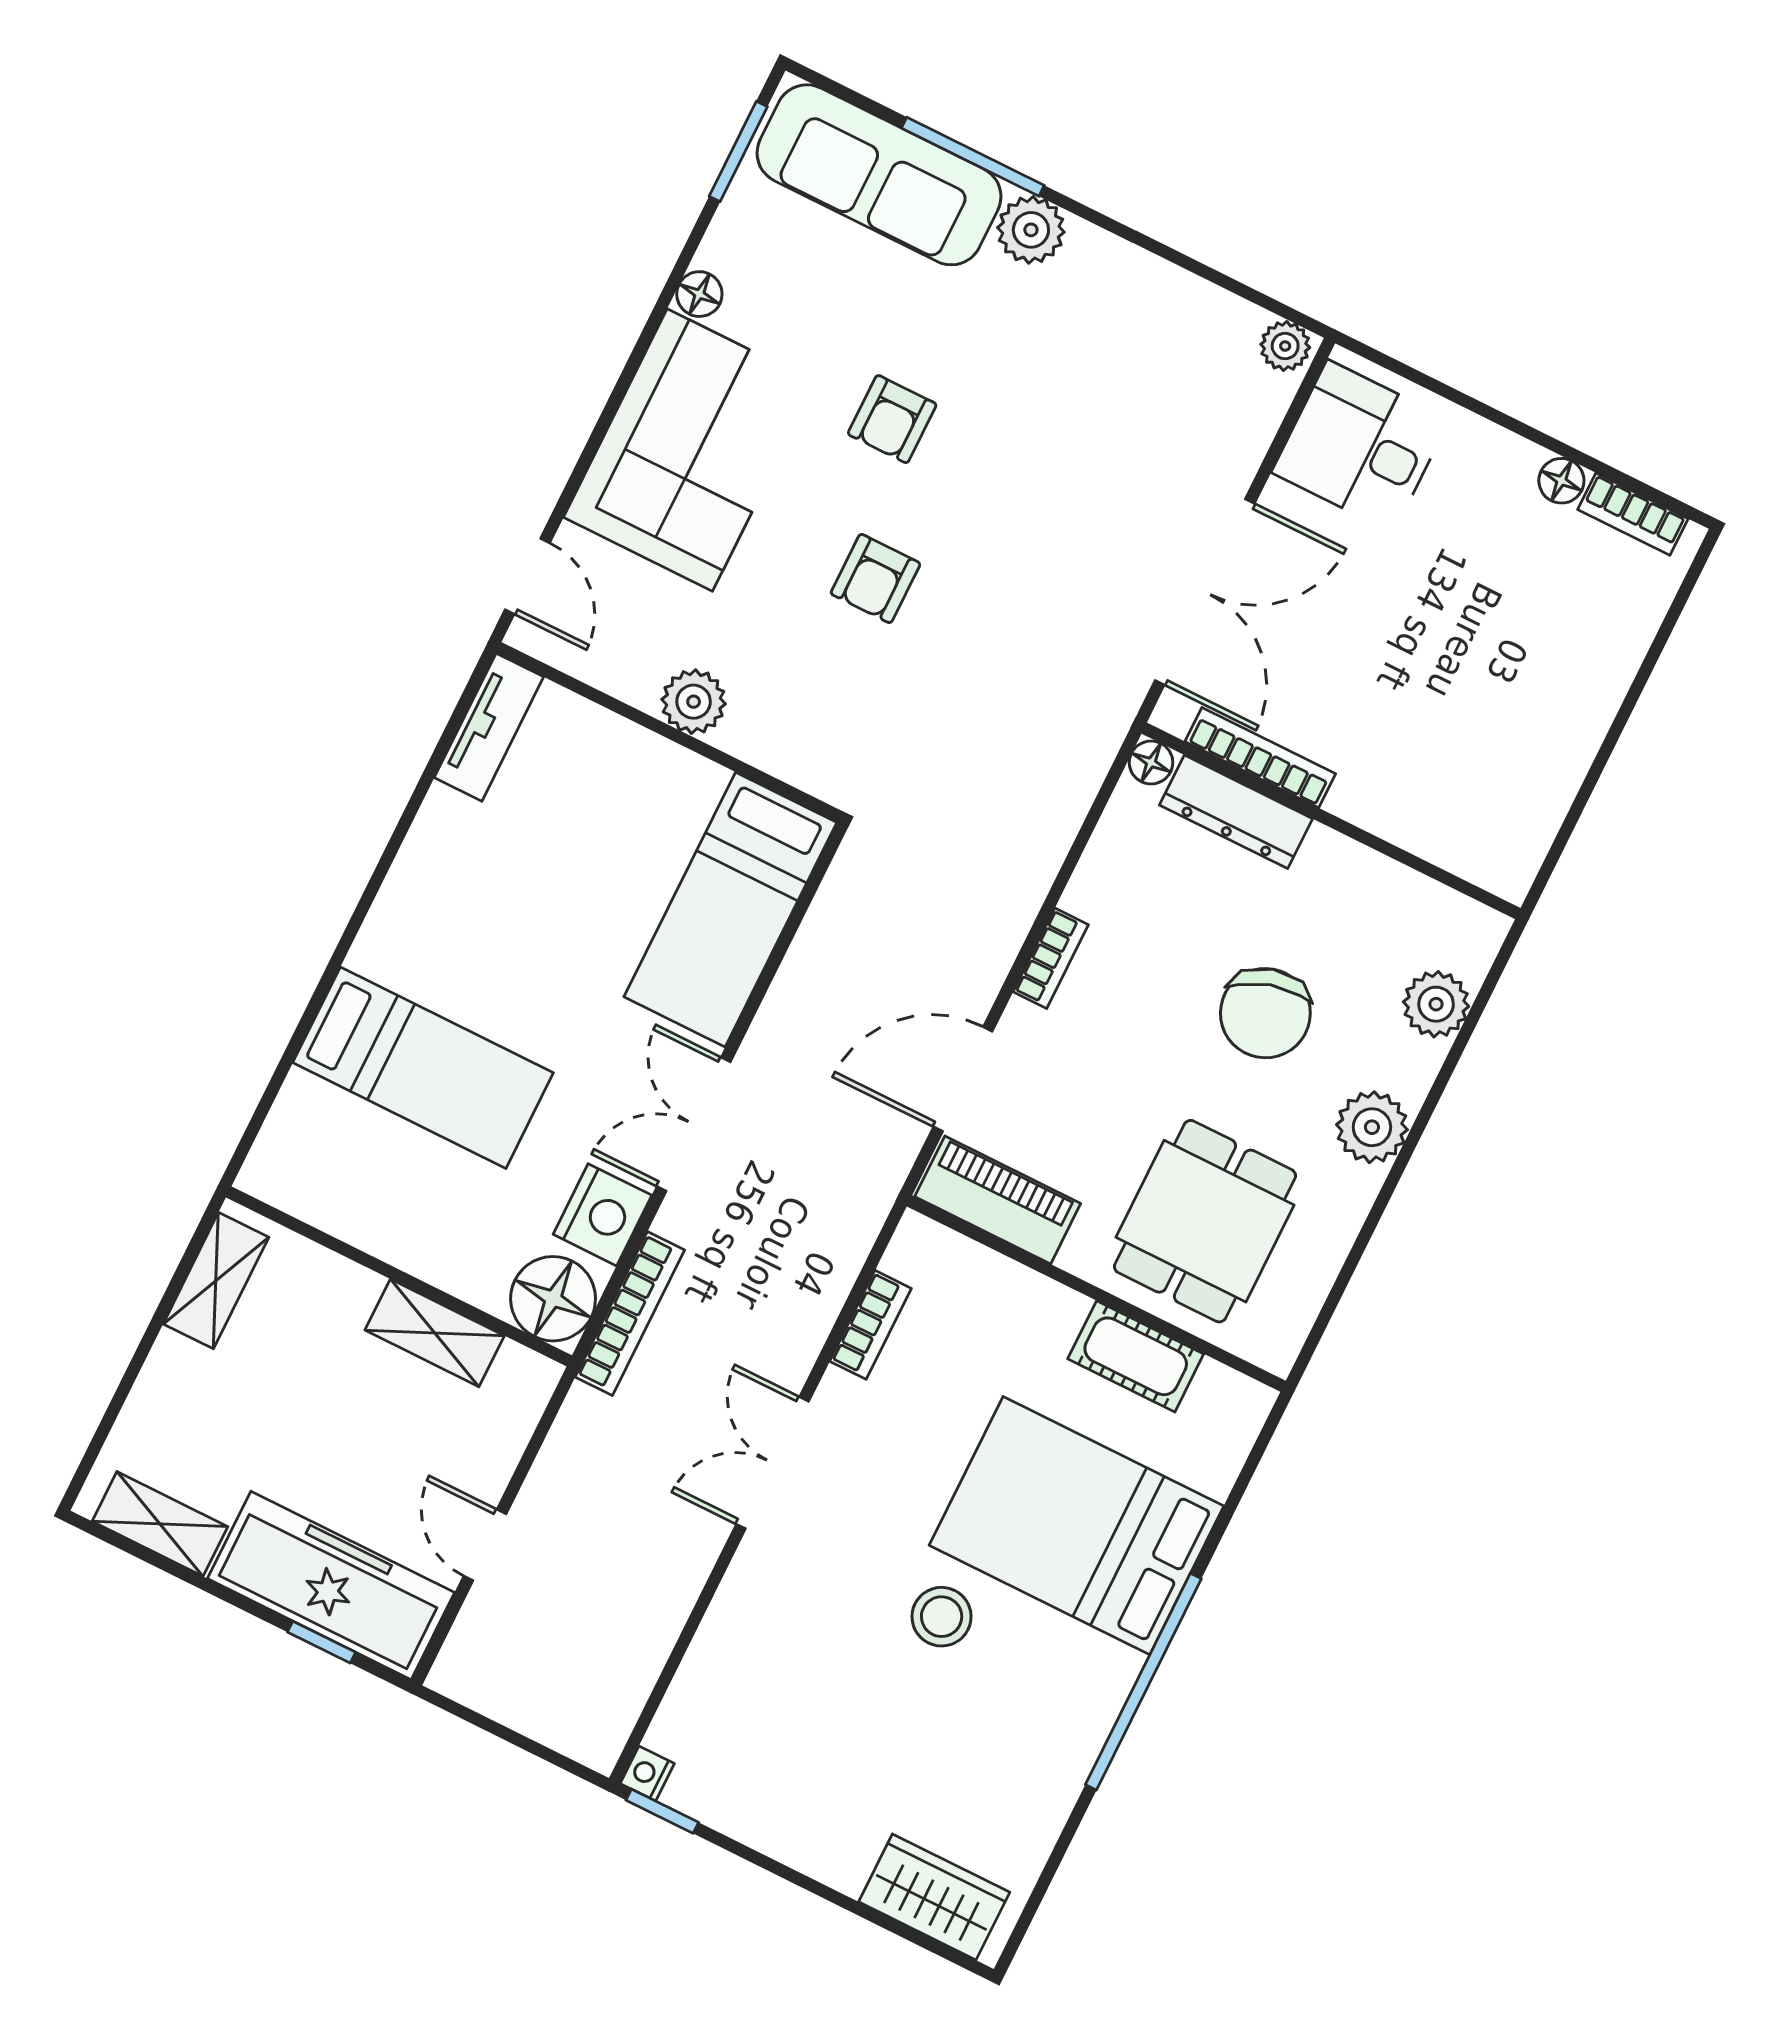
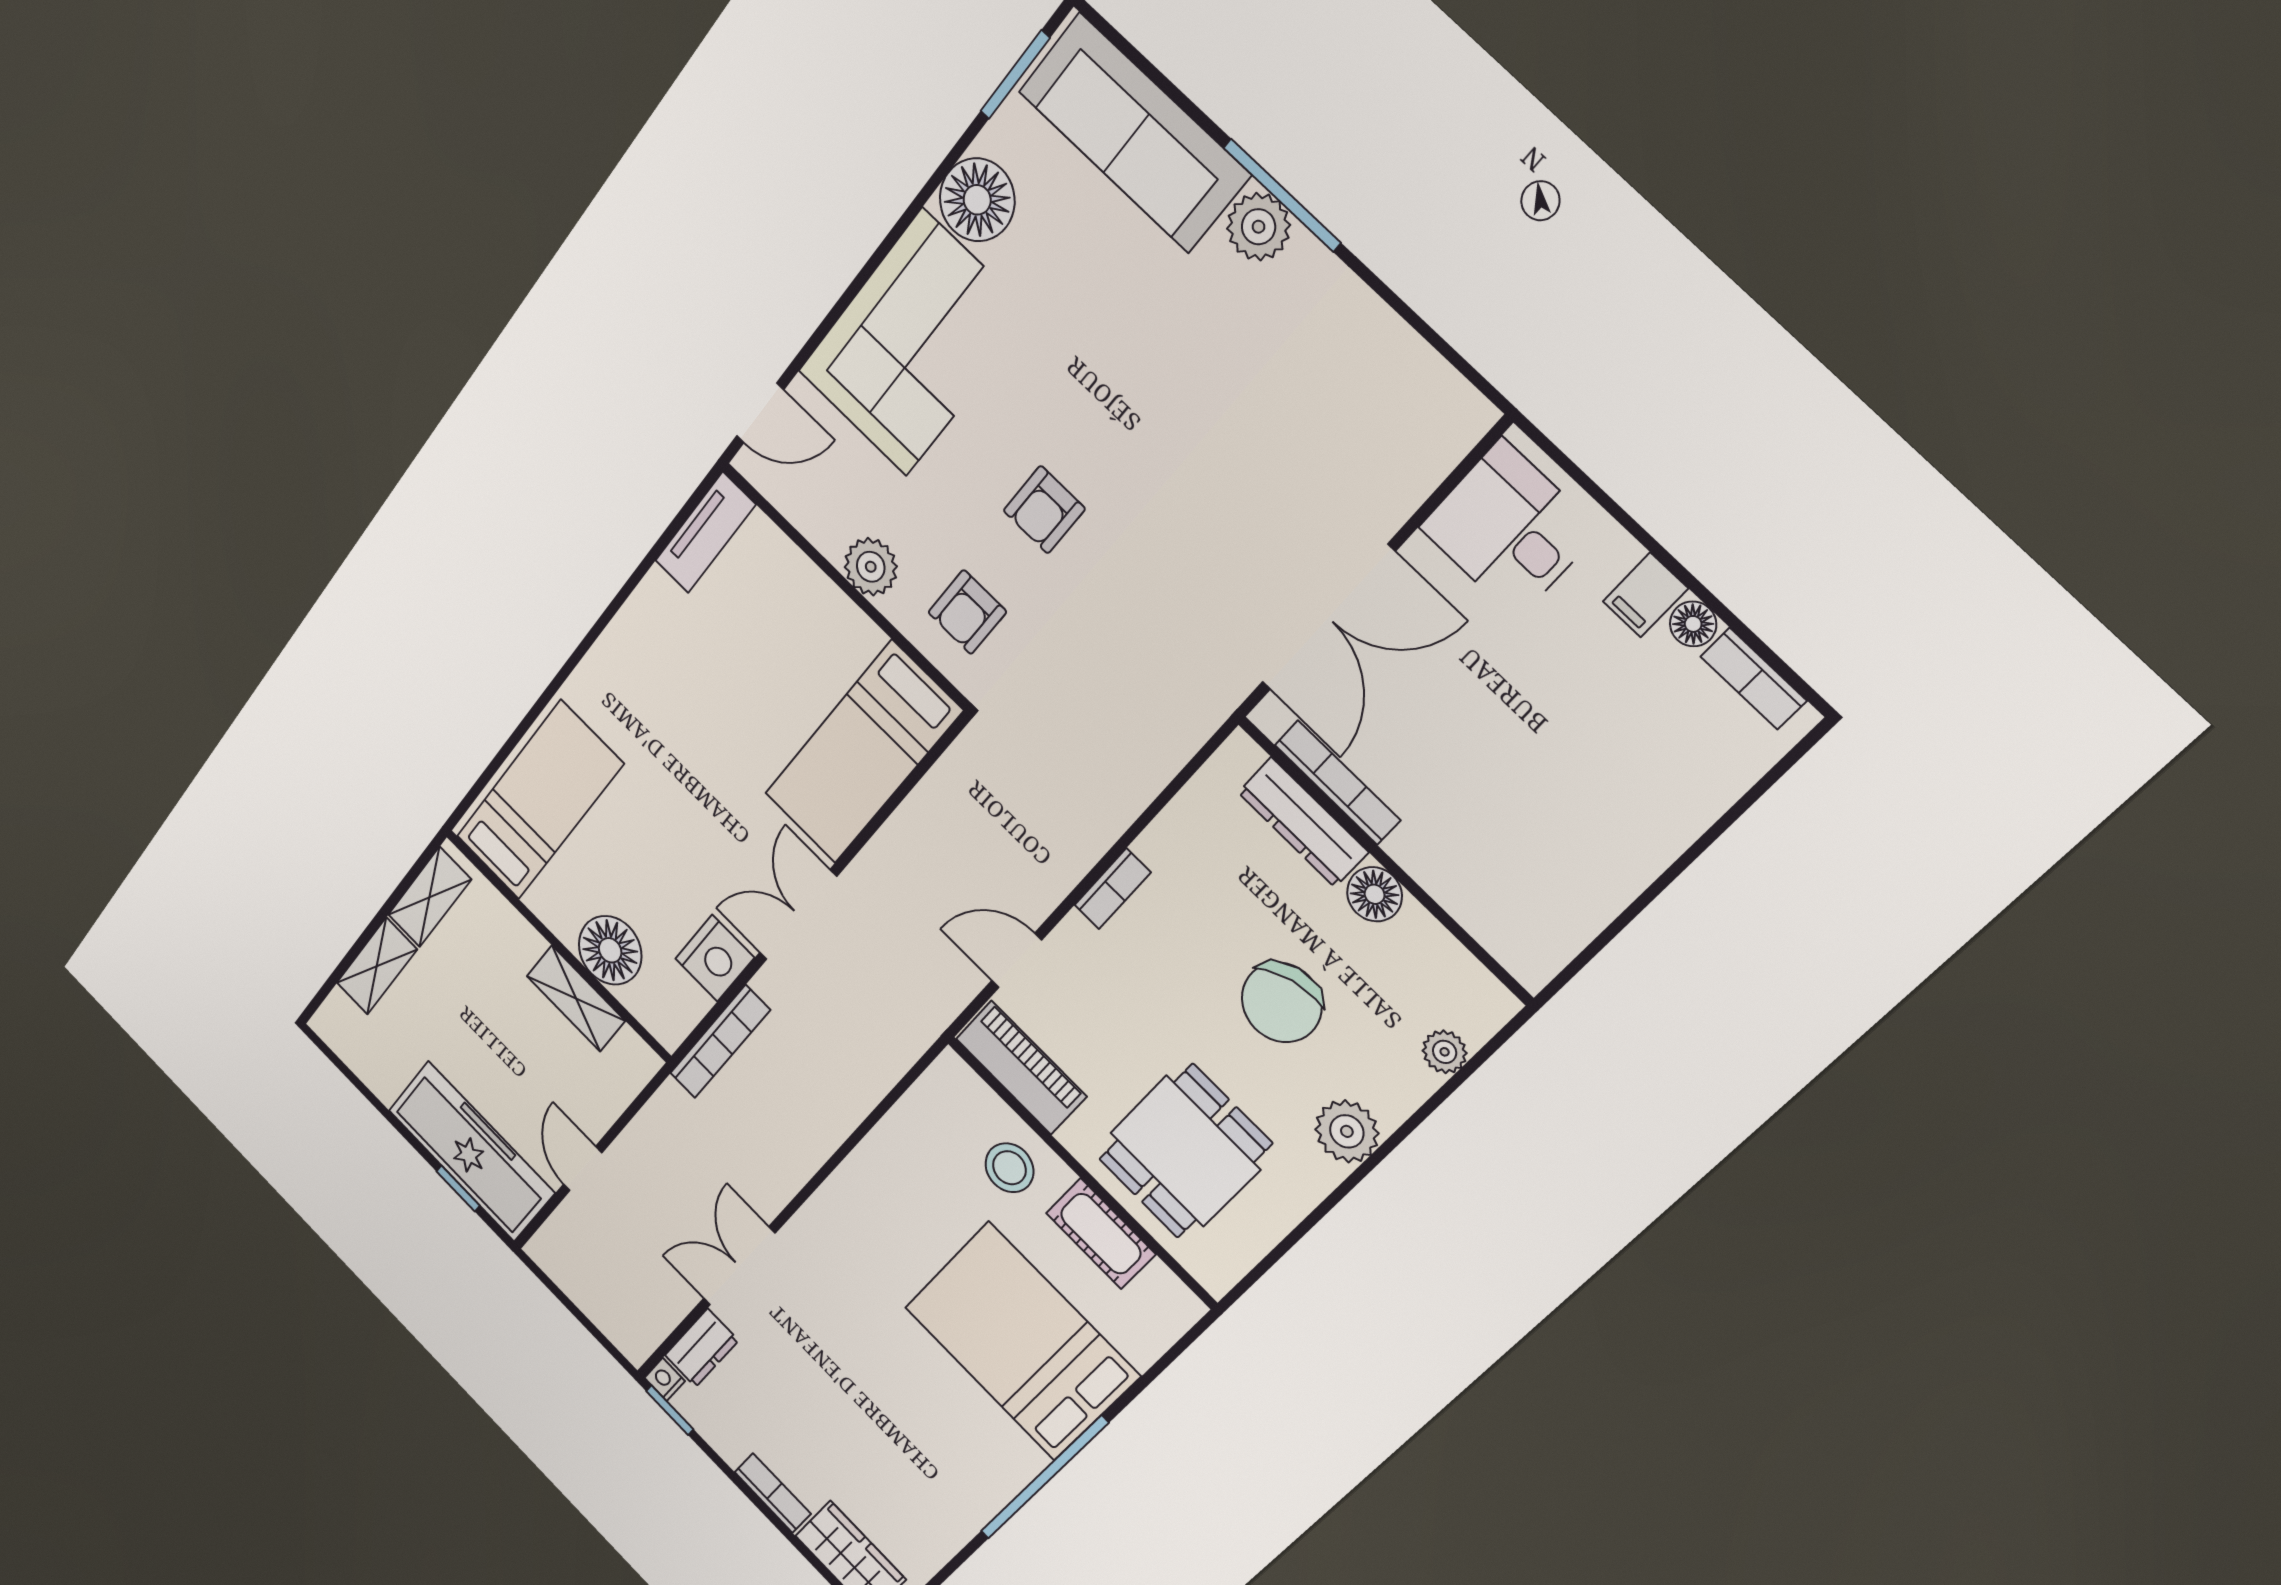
window: (973, 157) -> (1282, 195), moved
floor lamp: (699, 294) -> (977, 200), width x1.89, depth x1.89
plant: (1285, 346) -> (1465, 411), removed
armchair: (892, 419) -> (967, 612), moved
filing cabinet: (1509, 468) -> (1645, 595), added
door: (527, 576) -> (760, 413), hinge flipped
floor lamp: (1151, 763) -> (1375, 894), moved, width x1.37, depth x1.37
plant: (1436, 1004) -> (1445, 1052), width x0.73, depth x0.73
bed: (423, 1068) -> (539, 800), moved, turned -90
door: (963, 1079) -> (1017, 960), width x0.73
floor lamp: (553, 1299) -> (610, 950), moved
bookcase: (871, 1325) -> (773, 1493), moved, turned -90
double door: (772, 1463) -> (739, 1266), moved
shelving: (160, 1524) -> (377, 966), moved, turned 90
stool: (942, 1617) -> (1009, 1168), moved
dresser: (687, 1710) -> (702, 1348), added

